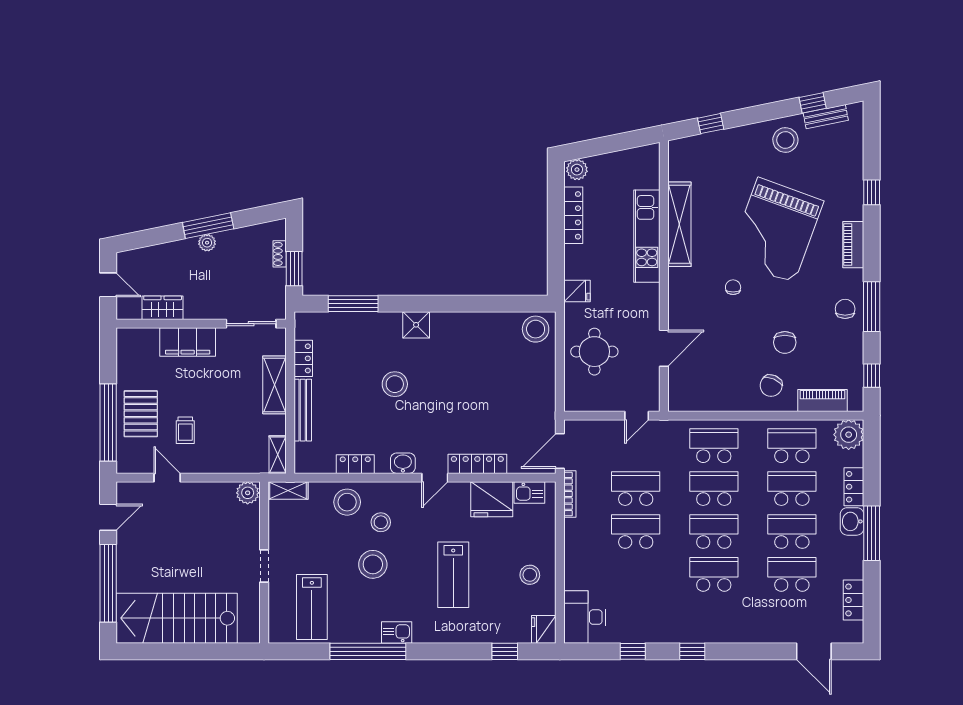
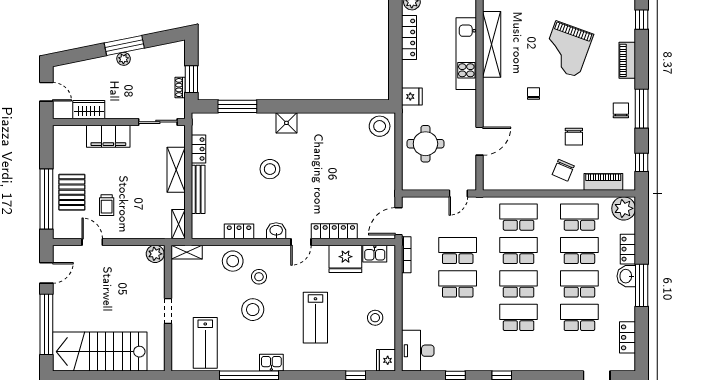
grand piano: (776, 230) -> (567, 49), width x0.73, depth x0.68
shoe rack: (280, 254) -> (180, 88), moved

